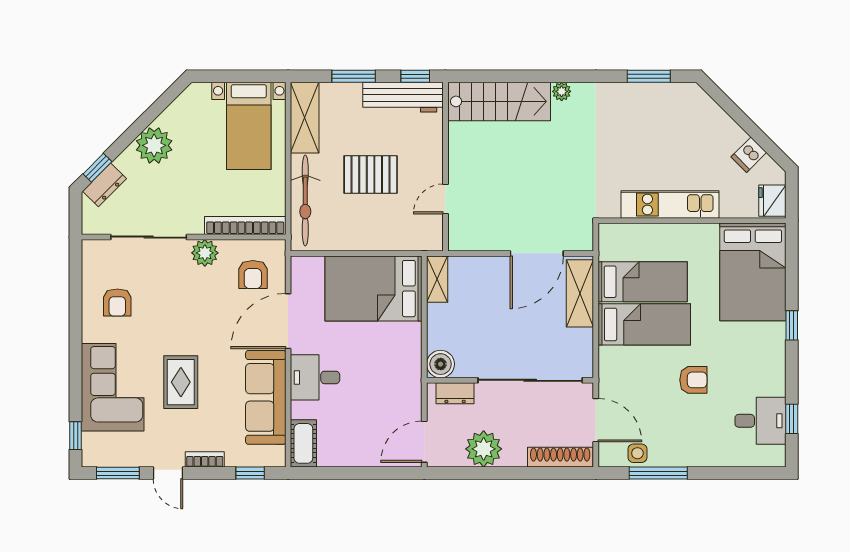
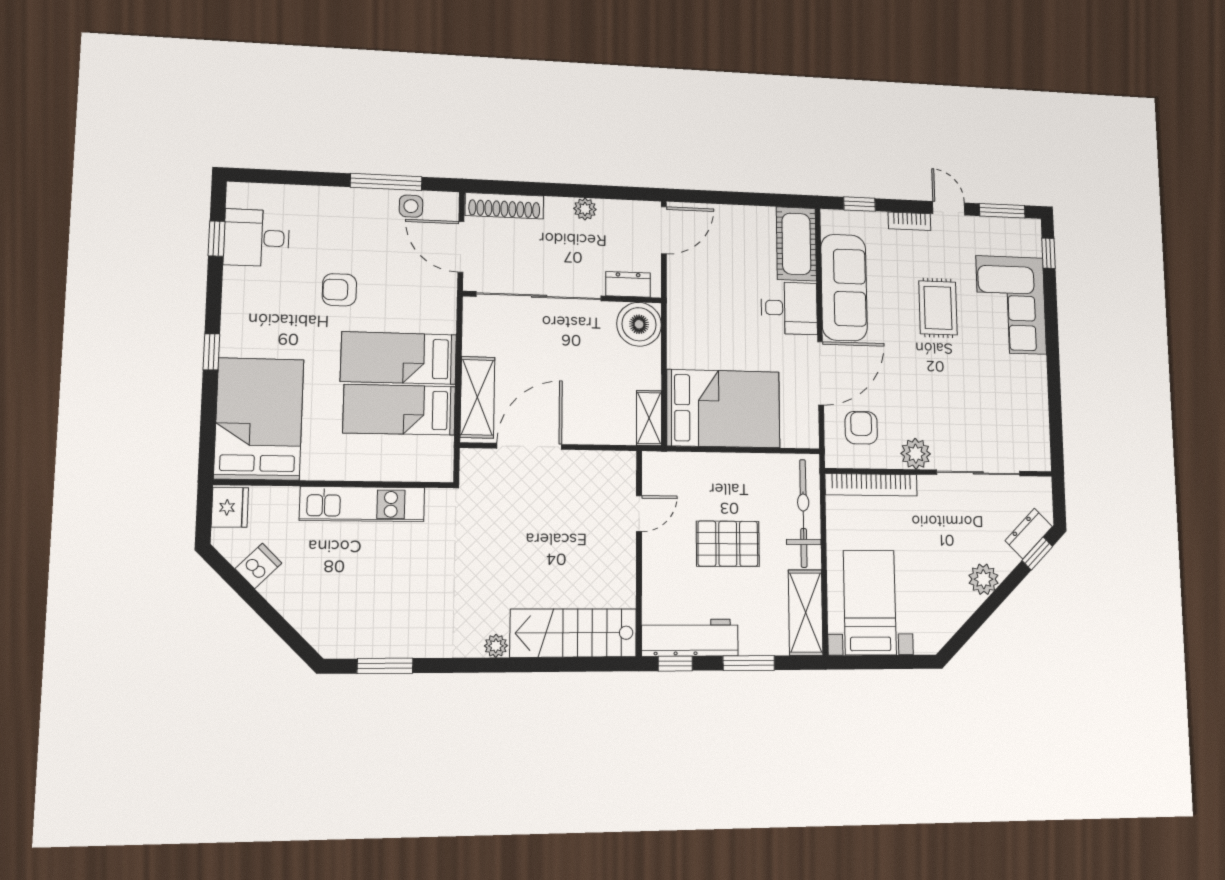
plant: (154, 145) -> (984, 579), width x0.73, depth x0.73
armchair: (117, 303) -> (1010, 399), removed
boiler: (441, 364) -> (639, 324), width x1.37, depth x1.37
cot: (303, 443) -> (796, 244), width x1.37, depth x1.34
plant: (484, 449) -> (585, 209), width x0.53, depth x0.53

